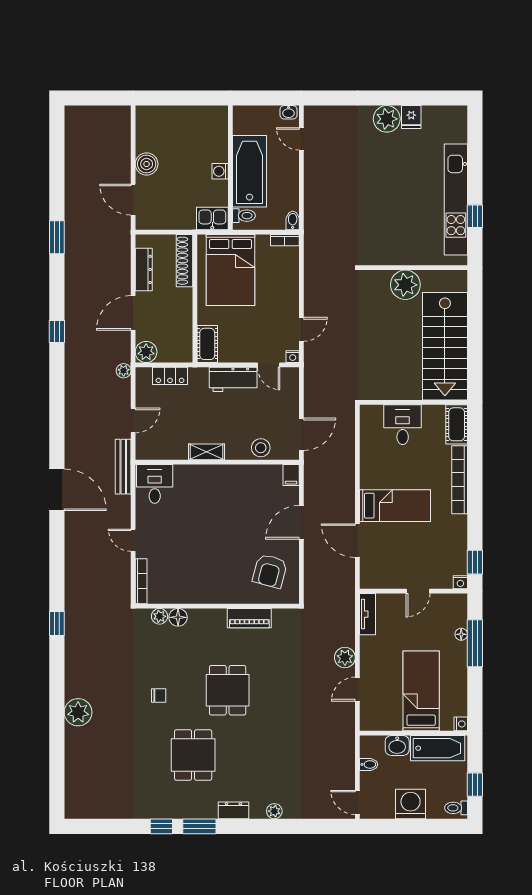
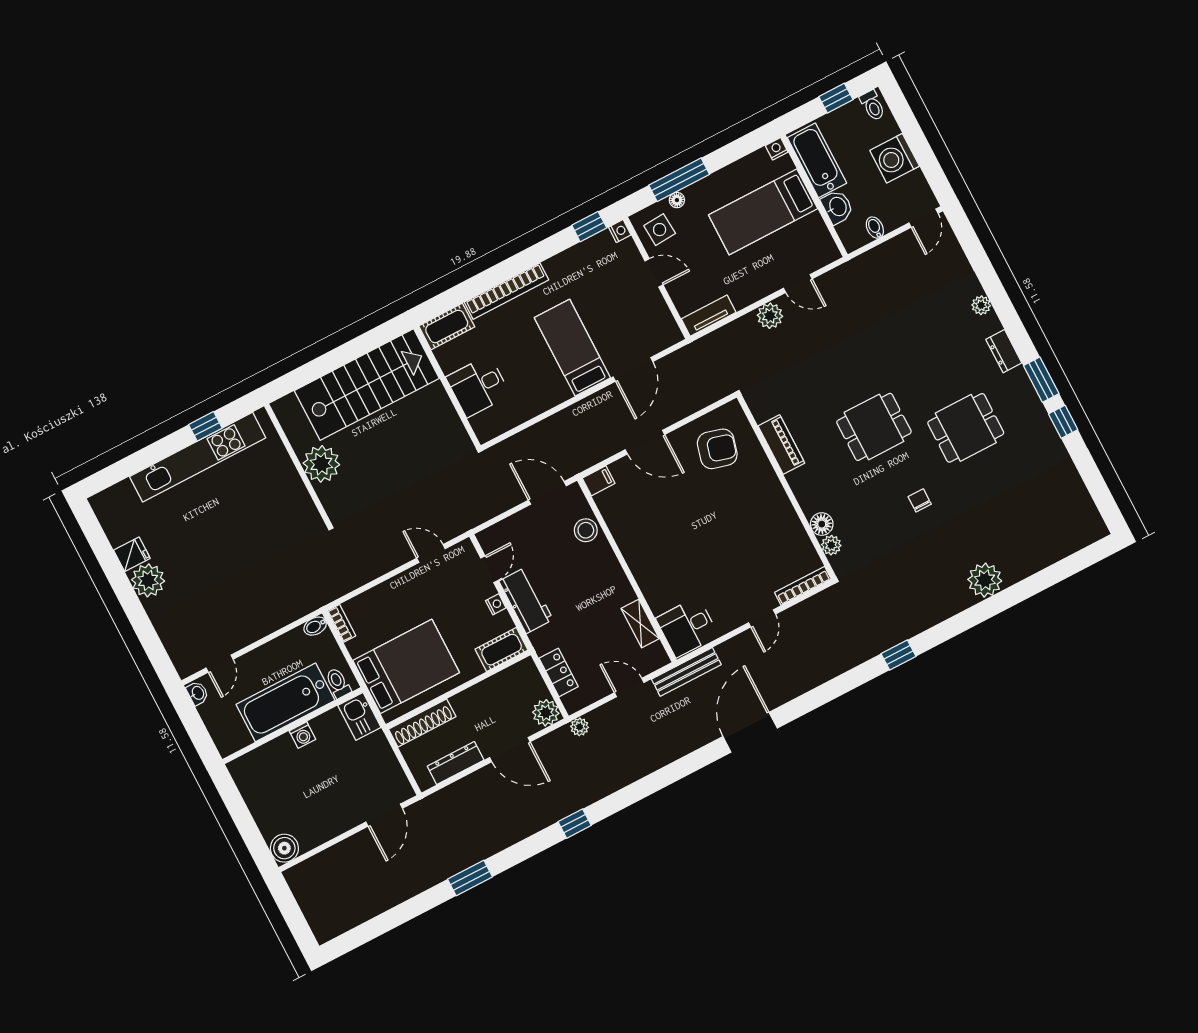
boiler: (147, 164) -> (284, 848), moved
nightstand: (293, 357) -> (496, 604), moved
shelving: (206, 452) -> (640, 624), moved
side table: (447, 611) -> (660, 230), added

